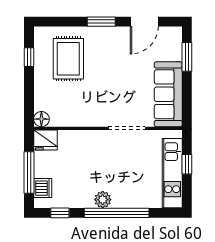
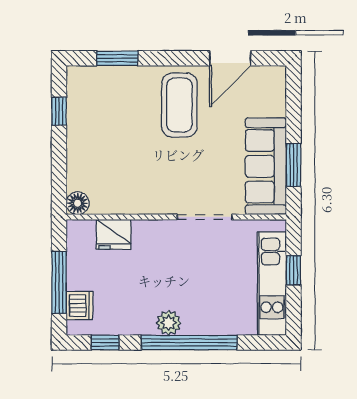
window: (101, 22) -> (117, 58), moved
coffee table: (110, 53) -> (179, 105), added
window: (187, 57) -> (294, 165), moved
rug: (68, 59) -> (118, 114), removed
fridge: (45, 140) -> (114, 234), moved

